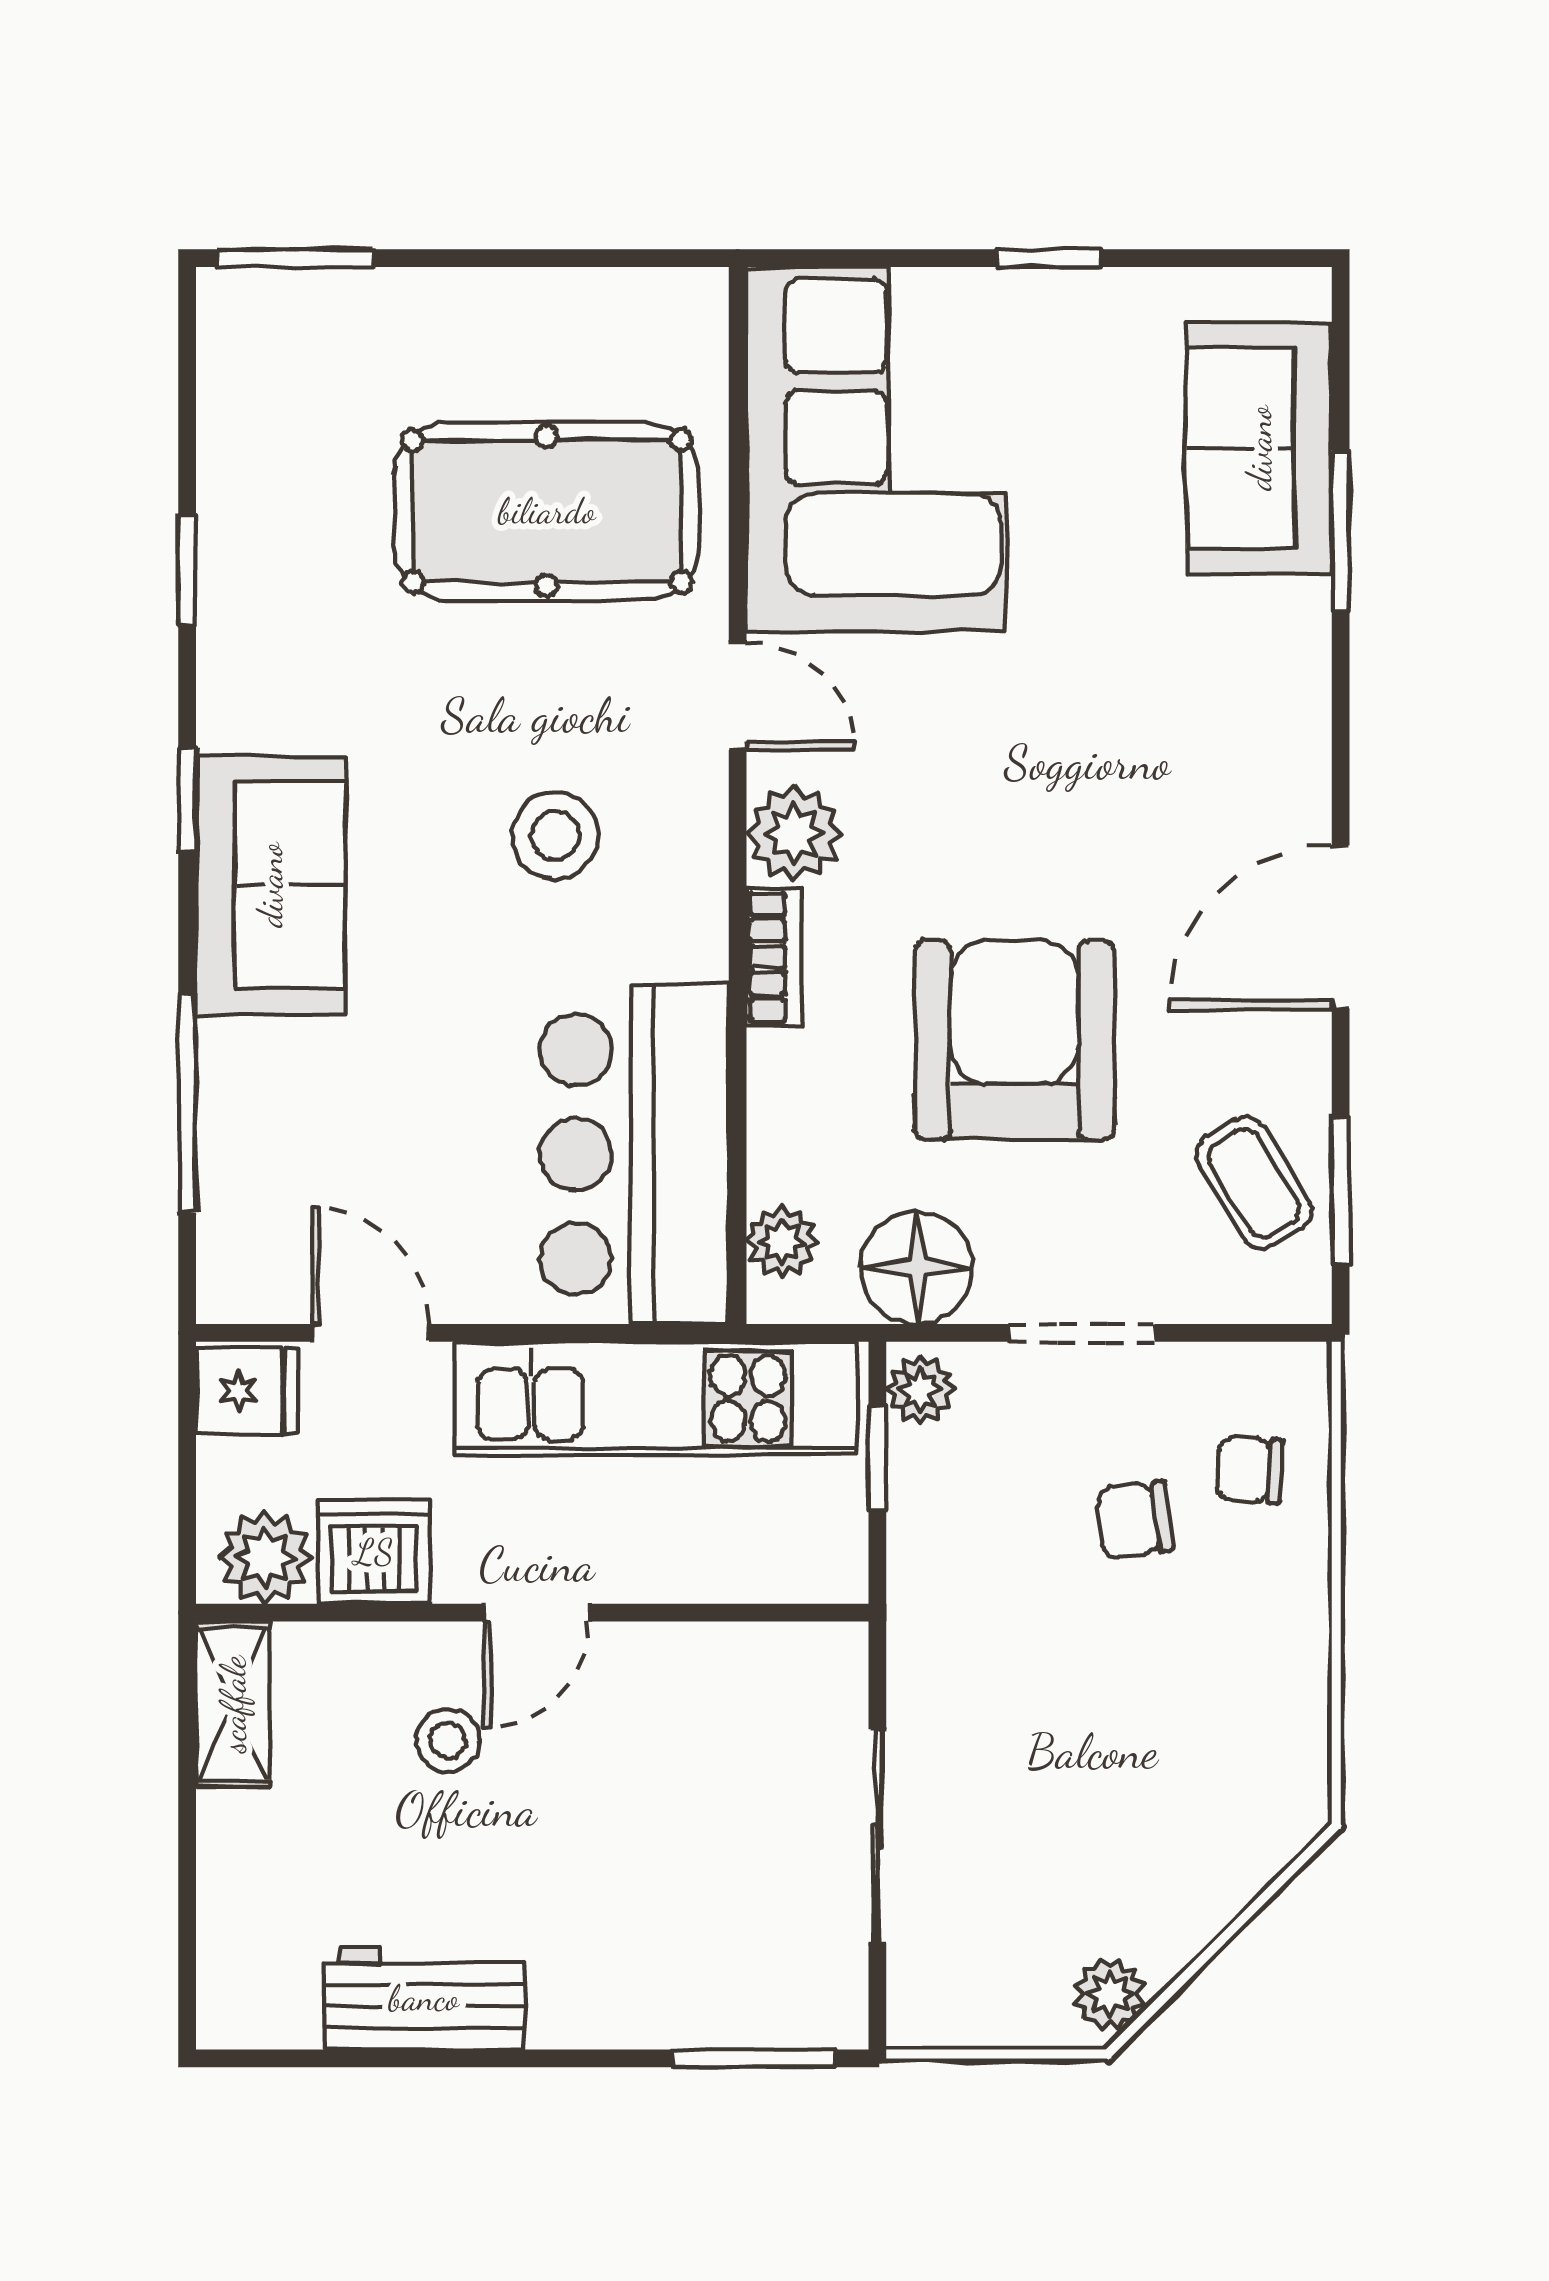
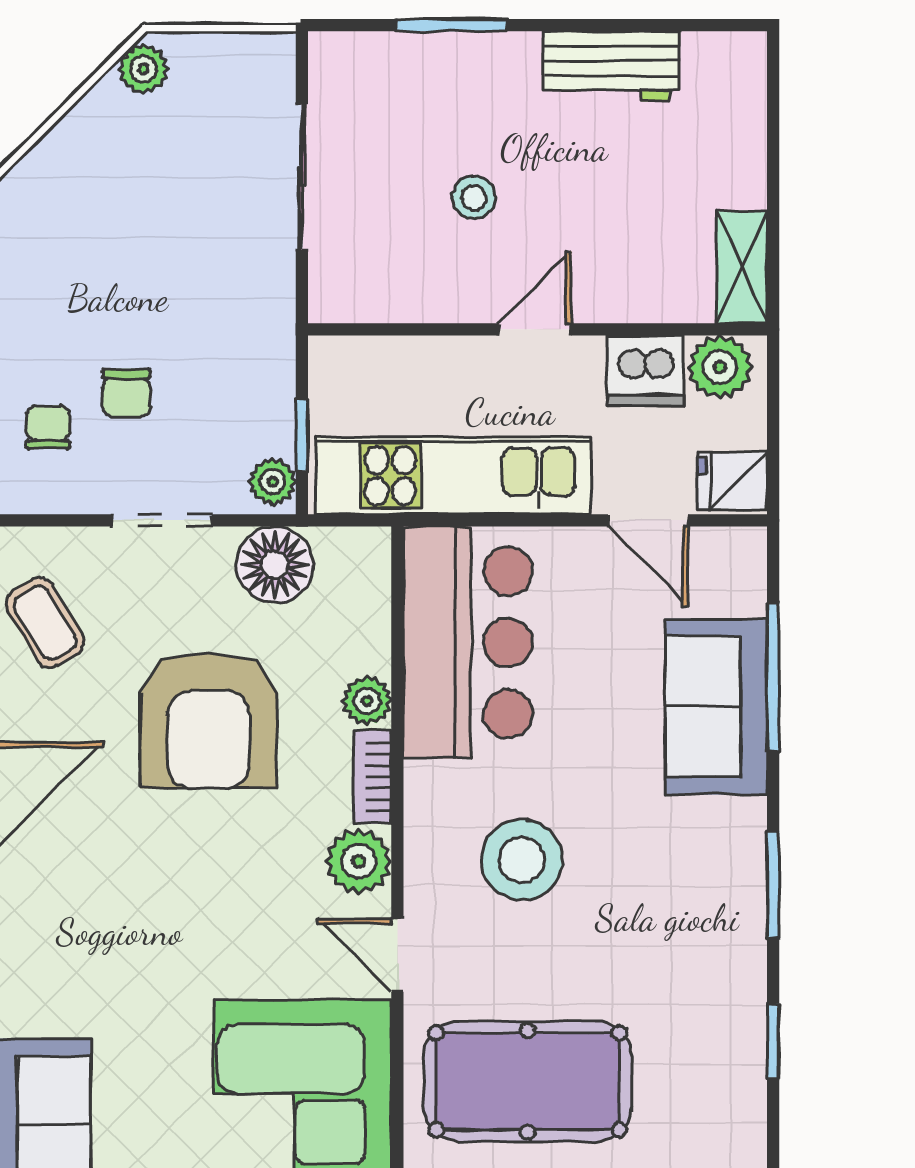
window: (187, 800) -> (773, 884), width x1.50
stool: (555, 836) -> (522, 860), width x1.38, depth x1.38
sofa: (270, 885) -> (716, 707), moved
plant: (782, 1242) -> (367, 701), moved
chair: (1250, 1470) -> (48, 427), turned -94
chair: (1135, 1520) -> (126, 393), turned 97
stool: (448, 1740) -> (474, 197), moved
window: (754, 2058) -> (451, 25), moved

